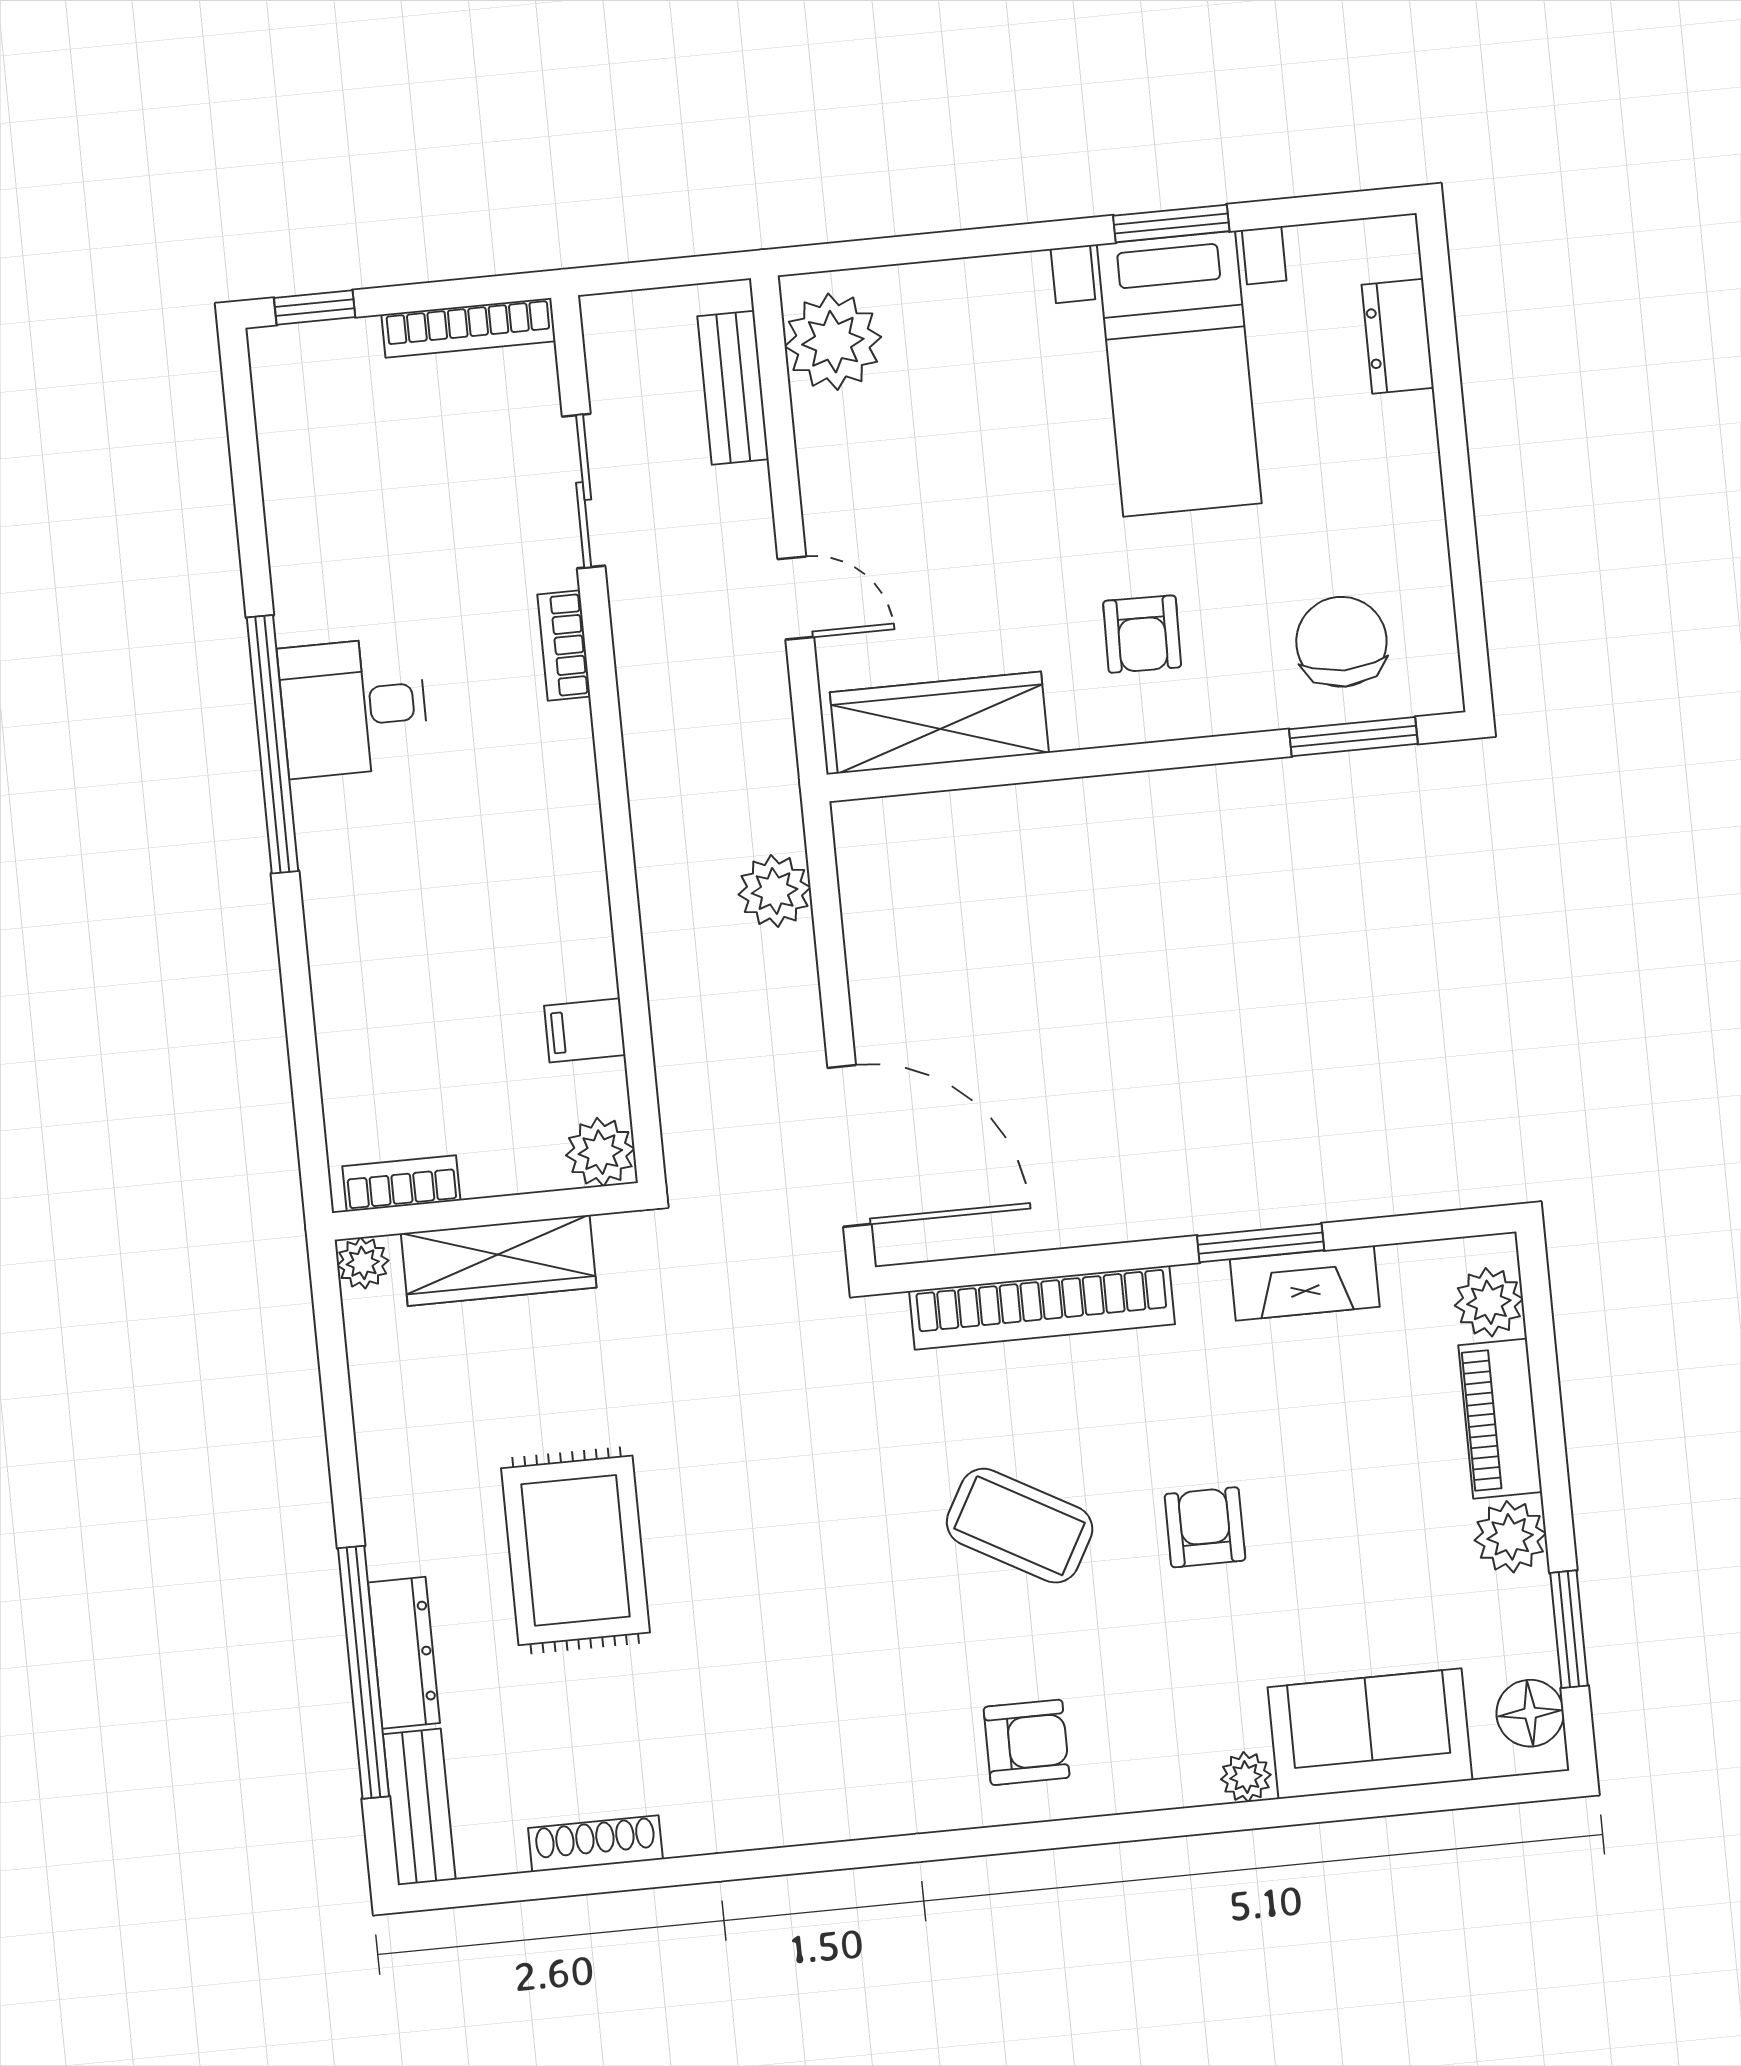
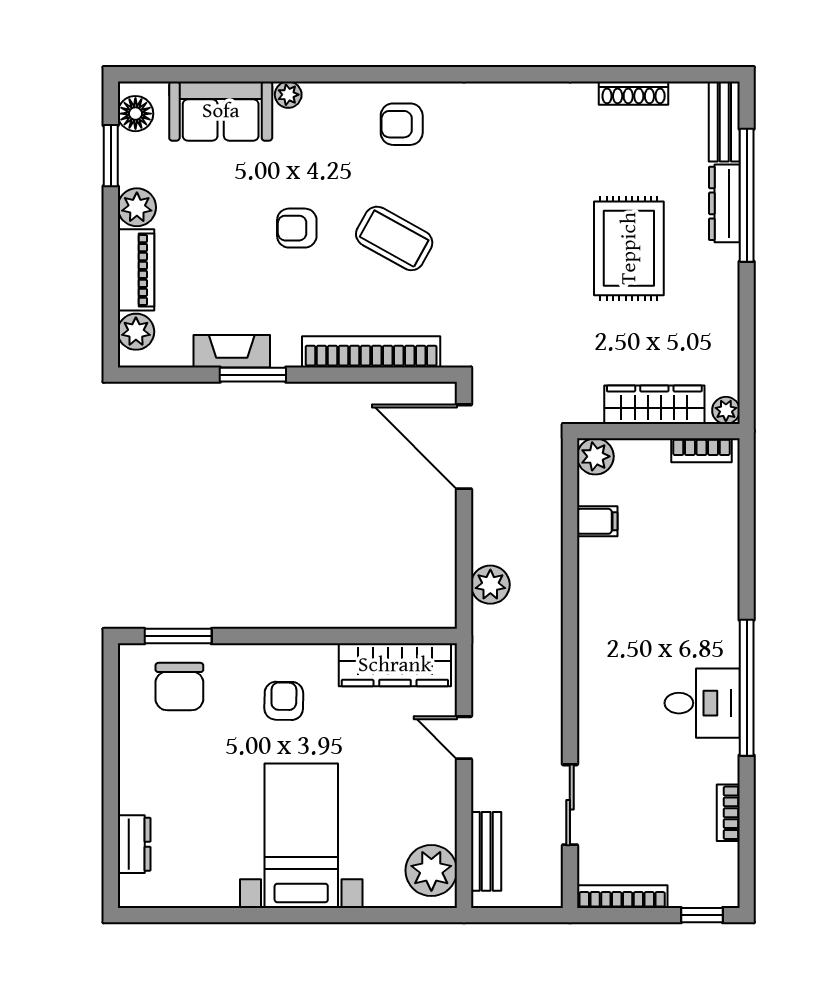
window: (1171, 223) -> (247, 915), removed
bed with nightstands: (1179, 374) -> (301, 836), moved
bookcase: (564, 645) -> (728, 813), moved, turned 180
armchair: (1205, 1527) -> (297, 228), turned 90

